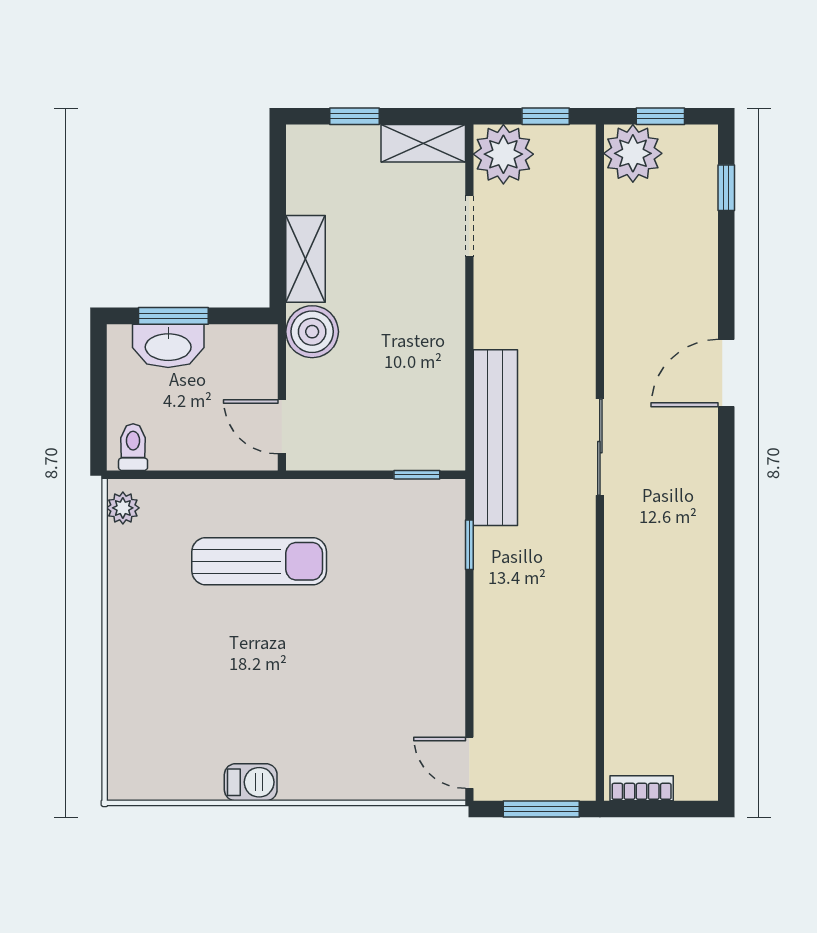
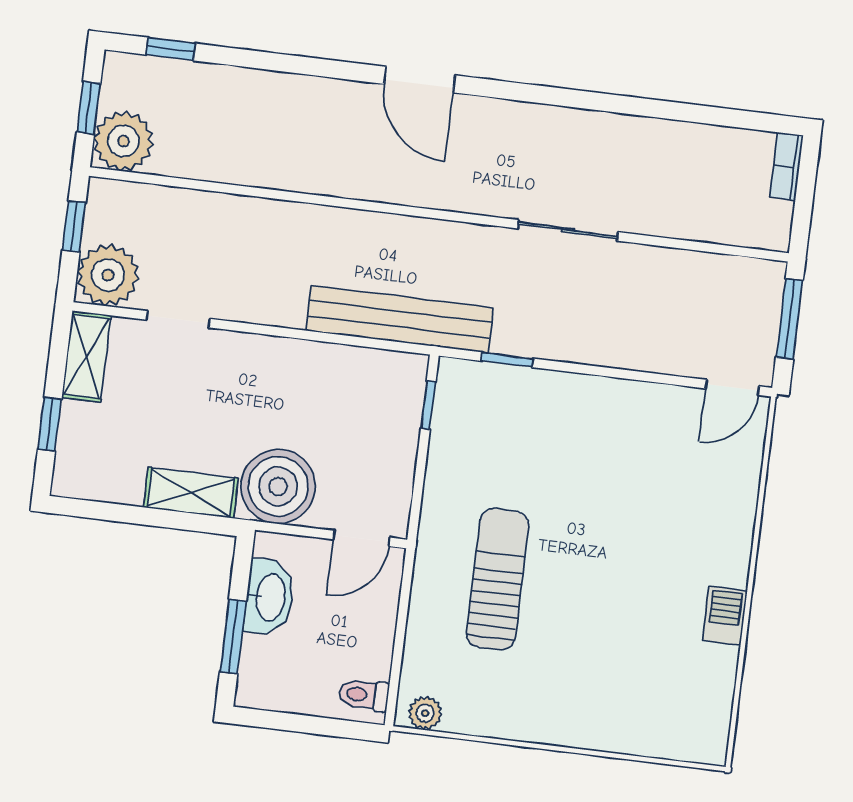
boiler: (312, 332) -> (278, 486), width x1.37, depth x1.37
washbasin: (168, 346) -> (269, 597), moved
door: (726, 373) -> (420, 80), moved
sliding door: (600, 447) -> (568, 230), moved
bookcase: (642, 788) -> (786, 166), moved

